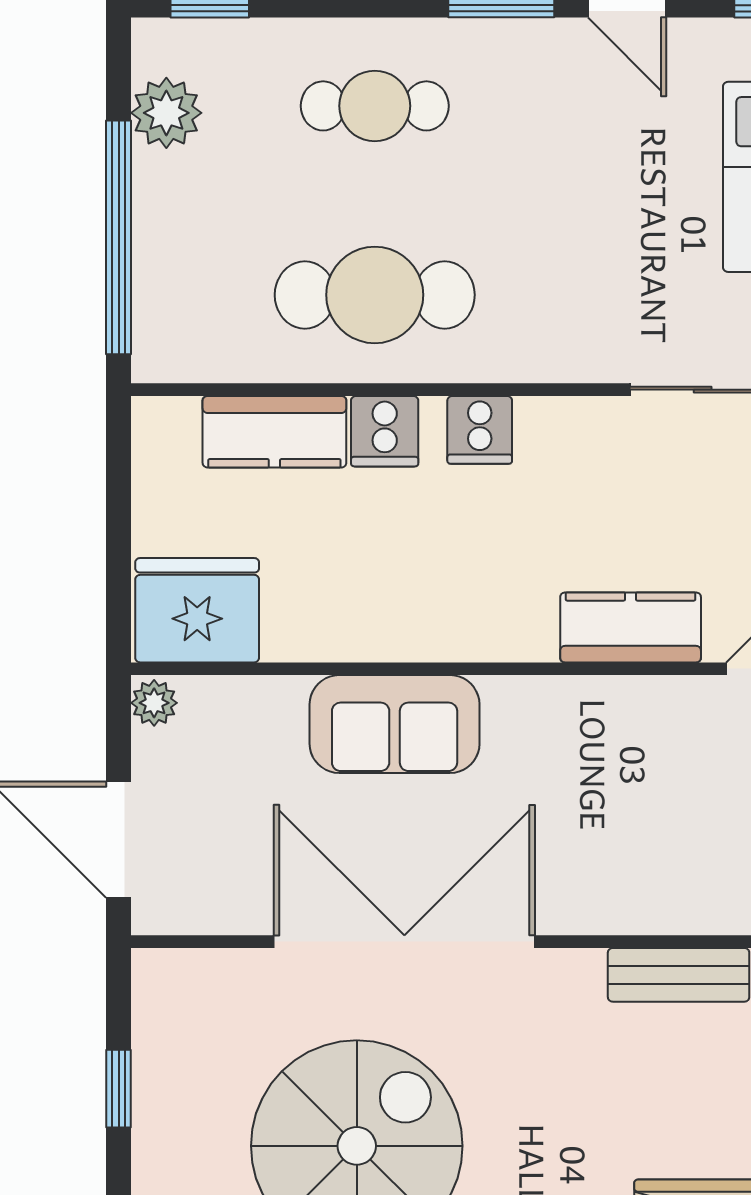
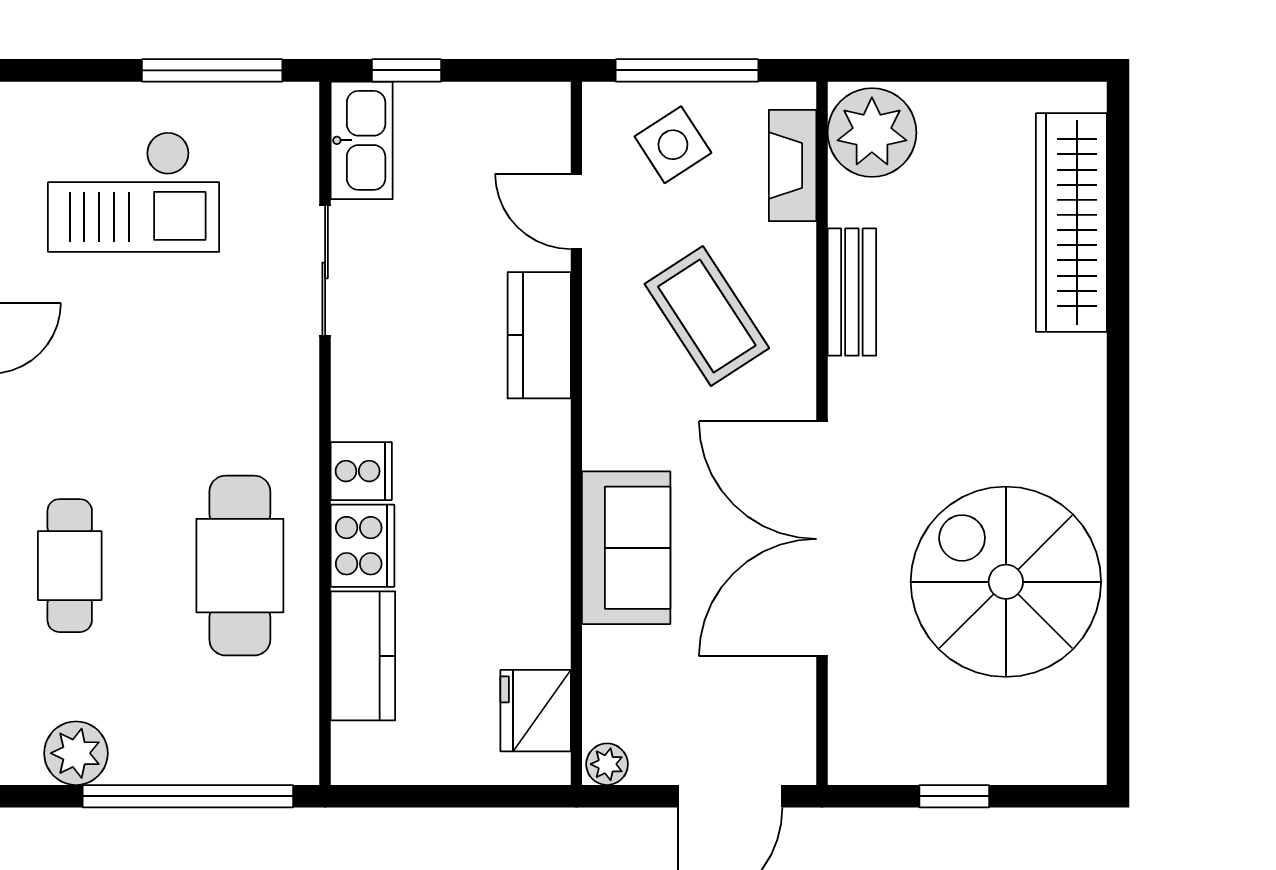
cooker: (385, 431) -> (362, 546), width x1.36
fridge: (197, 610) -> (536, 711), width x0.73, depth x0.75
coffee table: (652, 814) -> (707, 316), added

